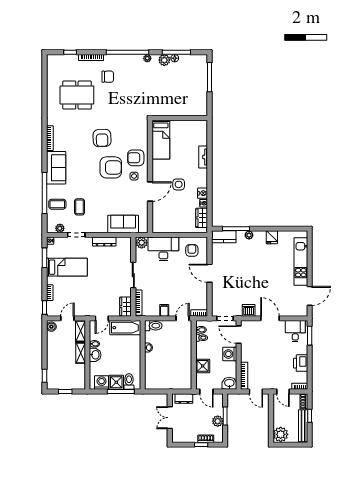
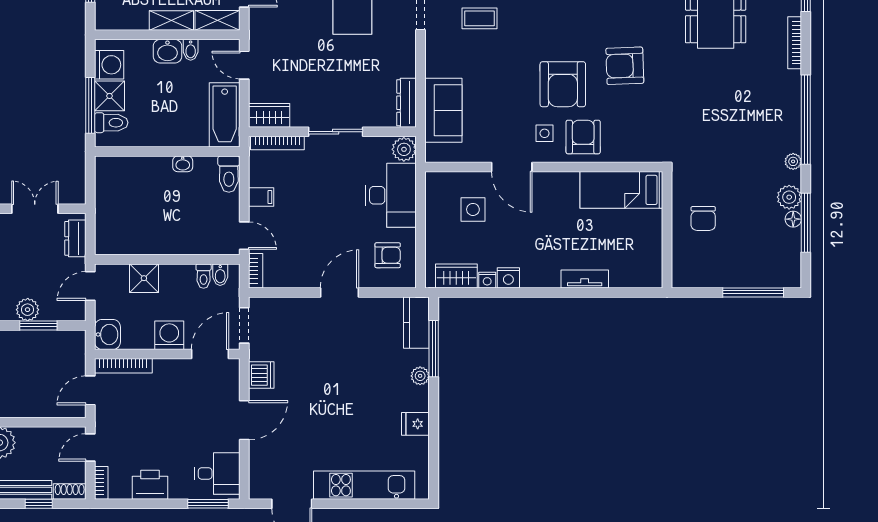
chair: (108, 77) -> (703, 218), moved
side table: (179, 184) -> (473, 209), moved
dresser: (104, 242) -> (406, 103), moved

